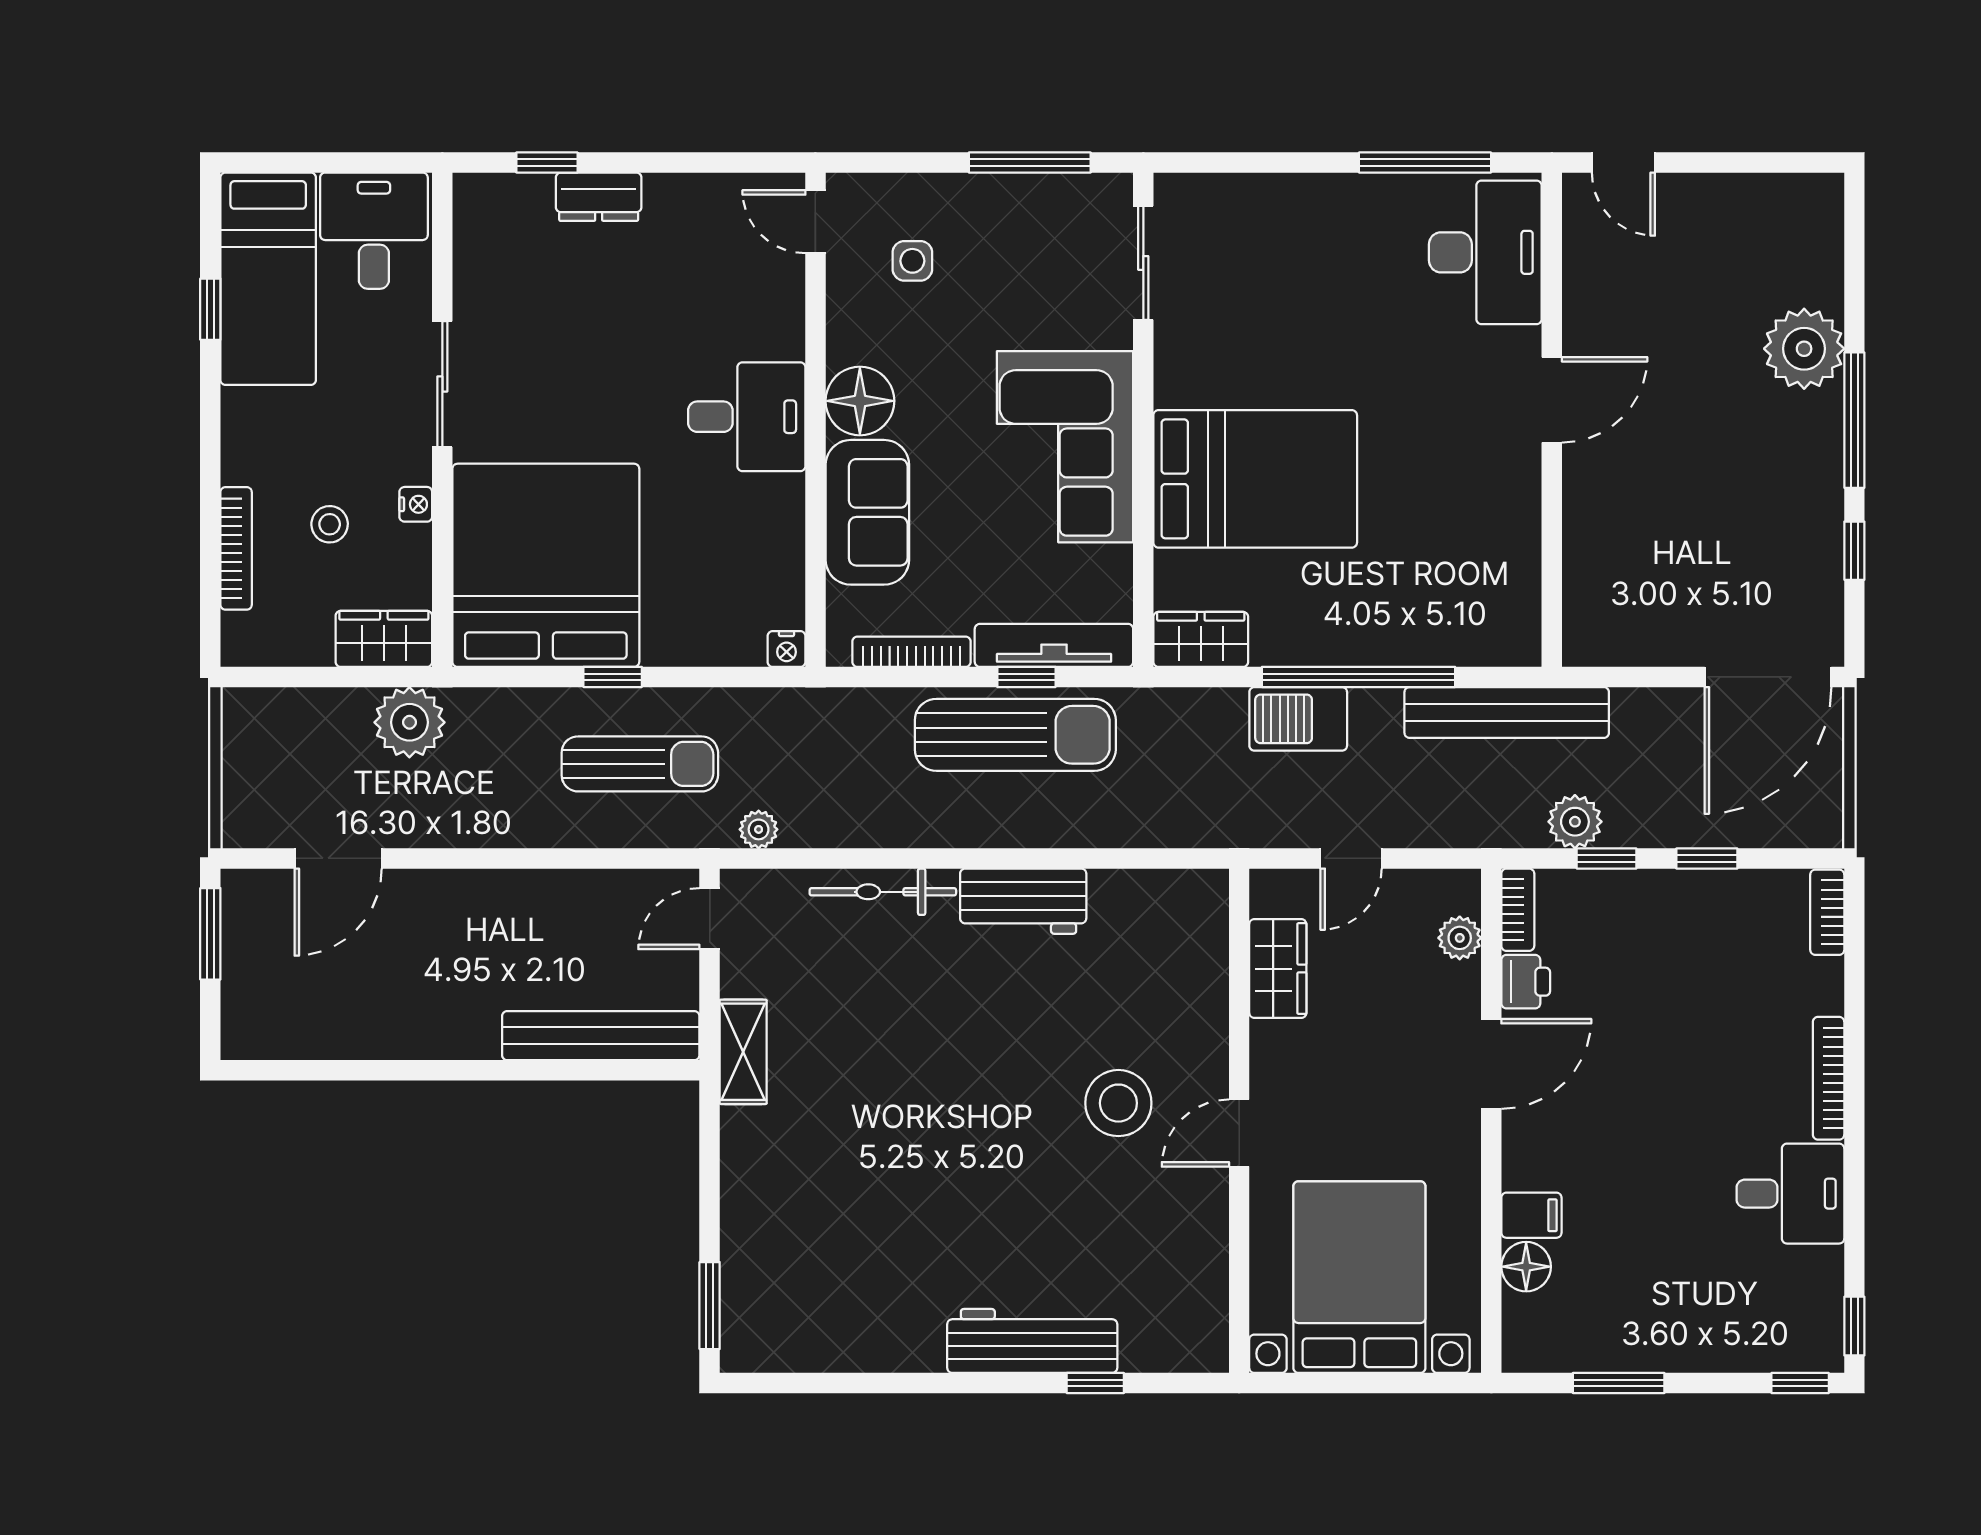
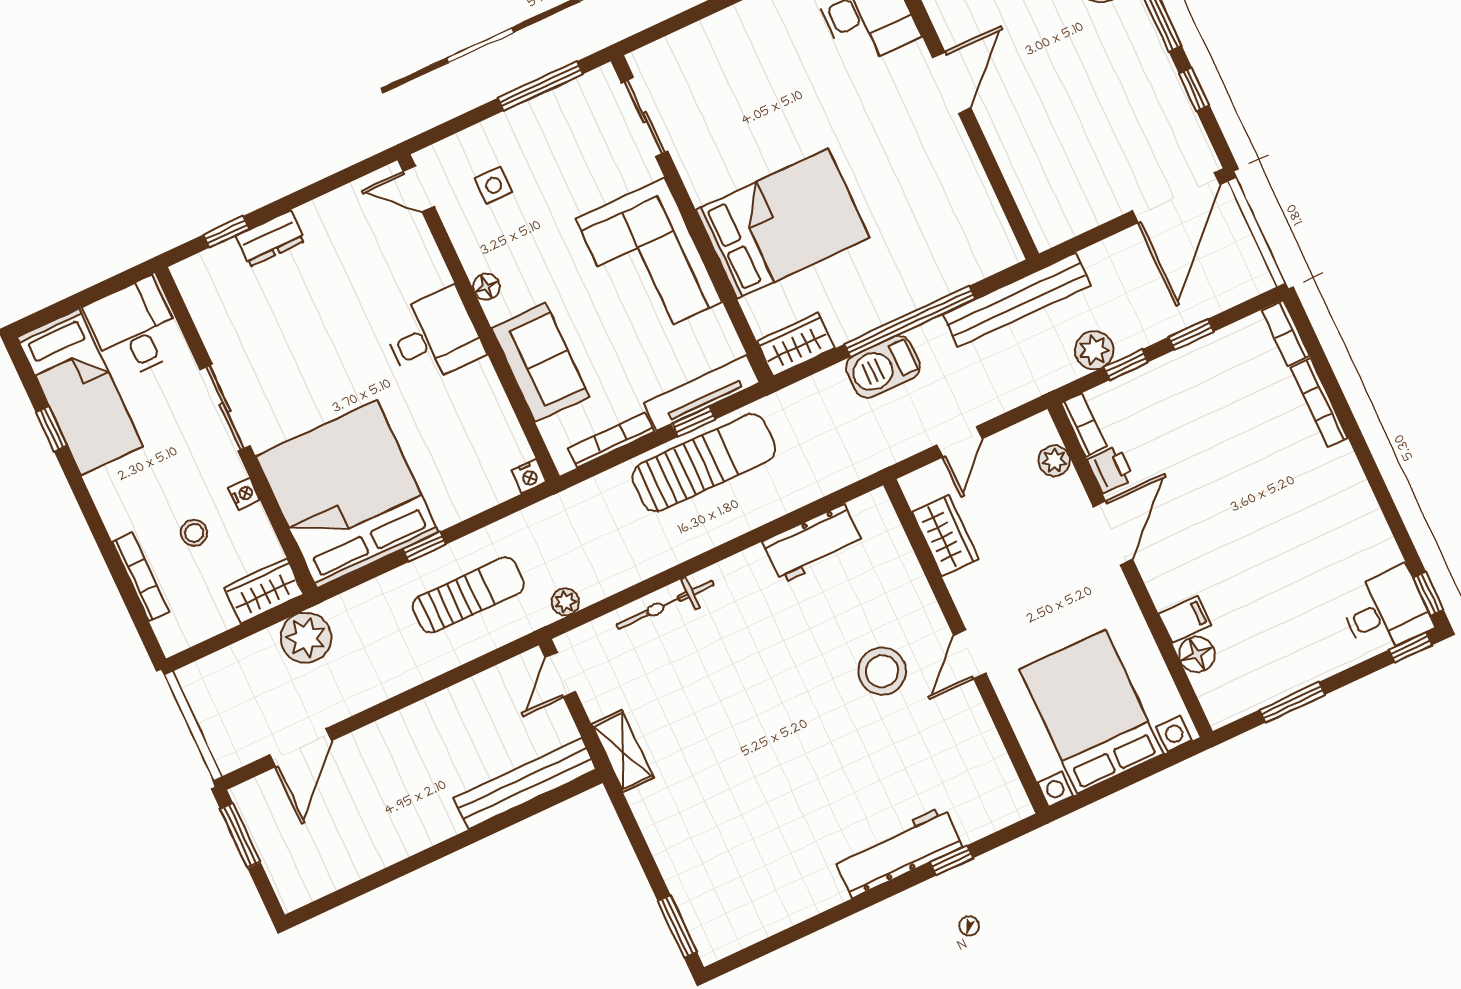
floor lamp: (860, 401) -> (487, 287), width x0.53, depth x0.53
workbench: (1023, 901) -> (813, 544), moved
bookcase: (1829, 1078) -> (1319, 403), moved
desk: (1790, 1194) -> (1386, 611), moved

